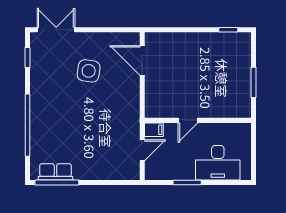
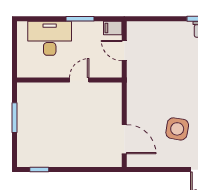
filing cabinet: (154, 130) -> (113, 28), moved
door: (142, 150) -> (124, 51), hinge flipped

